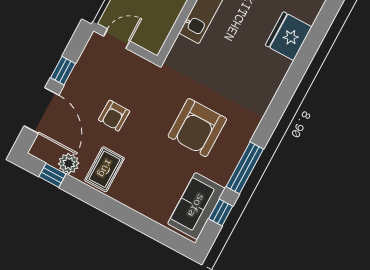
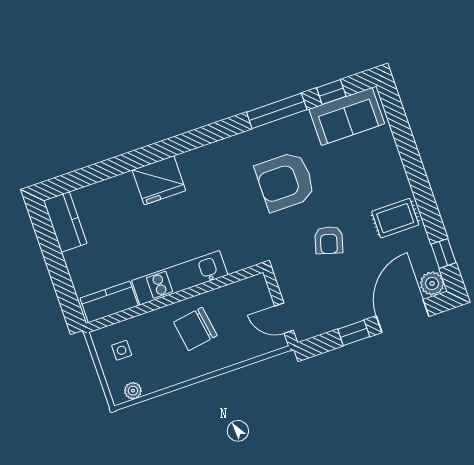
fridge: (289, 36) -> (159, 180), moved
armchair: (114, 116) -> (329, 240), moved, turned 105
armchair: (197, 128) -> (285, 181), turned 180
plant: (69, 163) -> (432, 283), moved

